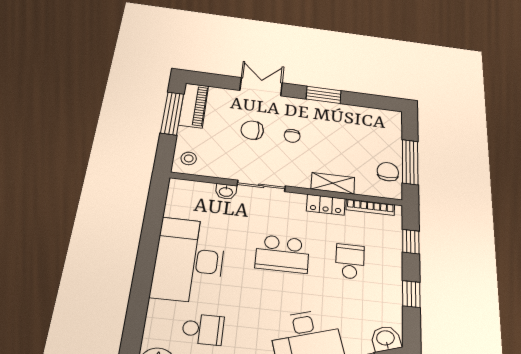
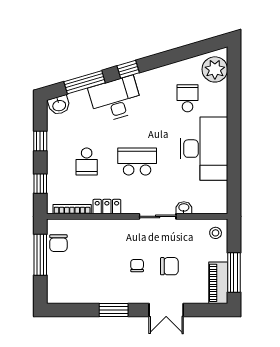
shelving: (333, 183) -> (102, 226), removed
school desk: (203, 329) -> (187, 98), turned 90

